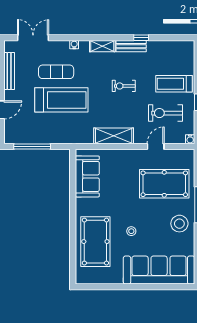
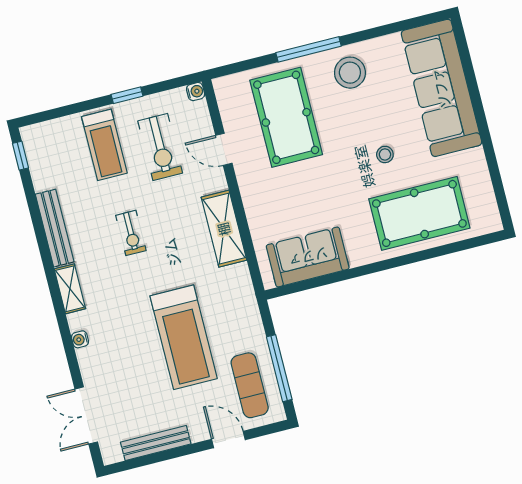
window: (141, 38) -> (20, 156), moved
bench: (131, 46) -> (55, 228), width x1.36
exercise mat: (56, 72) -> (250, 385), moved
treadmill: (61, 100) -> (184, 337), turned 180

